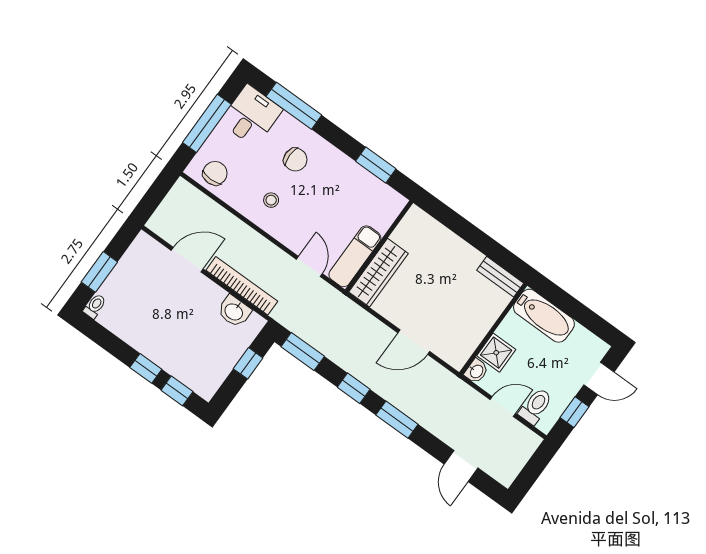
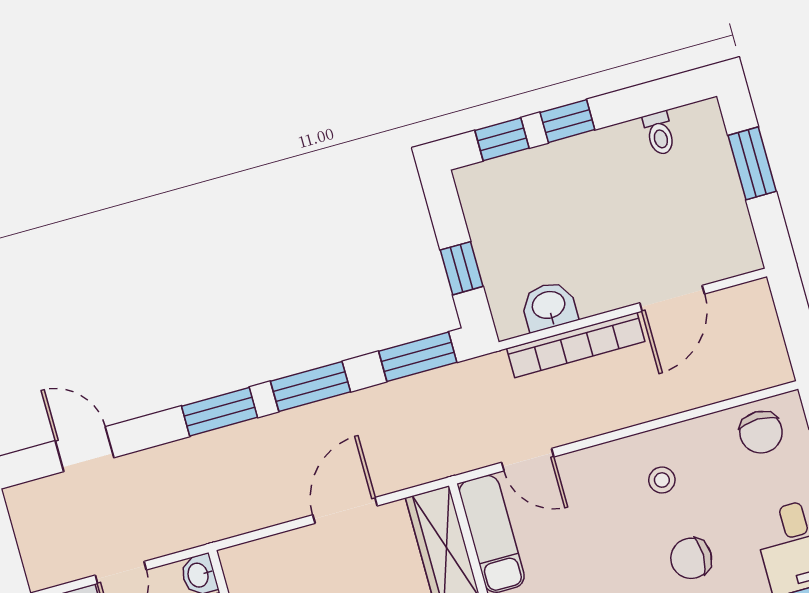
toilet: (95, 306) -> (659, 133), moved
door: (414, 342) -> (345, 510), moved
window: (354, 388) -> (310, 386), width x1.50

